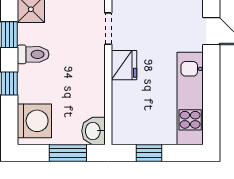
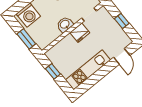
washbasin: (93, 131) -> (65, 24), moved

